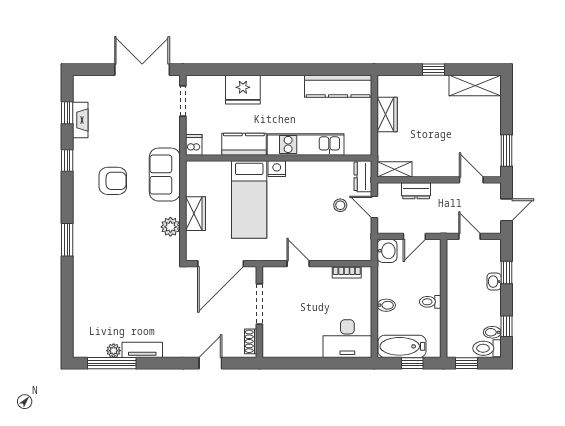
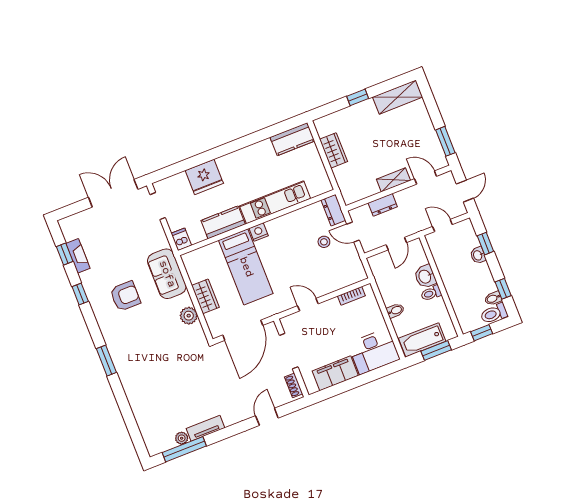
kitchen counter: (338, 86) -> (292, 139), width x0.67
shelving: (394, 169) -> (393, 180), moved
washbasin: (387, 251) -> (425, 276), moved, turned 180
filing cabinet: (299, 346) -> (335, 373), added
window: (412, 363) -> (436, 351), width x1.50

